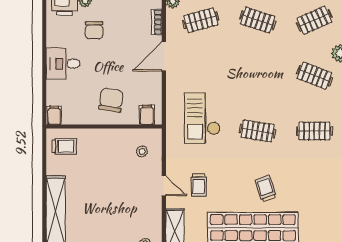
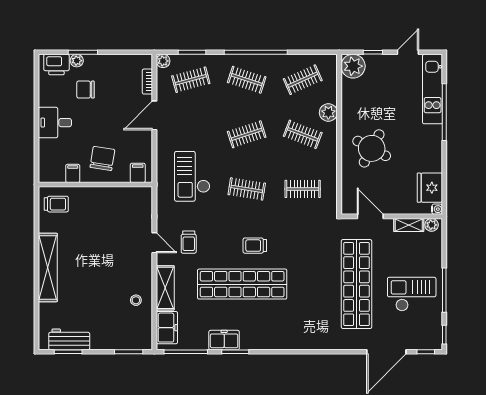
chair: (94, 30) -> (86, 90), turned 90
clothes rail: (258, 76) -> (247, 134), added
filing cabinet: (54, 115) -> (73, 173), moved
stool: (142, 152) -> (133, 209), removed
trolley: (266, 188) -> (255, 246), turned -71

